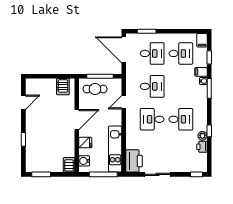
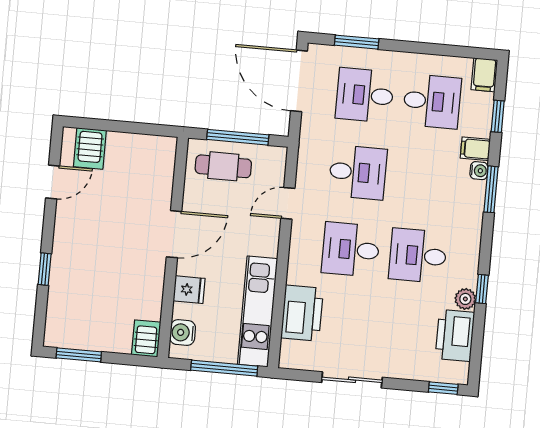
desk: (152, 53) -> (365, 95), turned 180
server rack: (63, 87) -> (90, 148), moved
desk: (181, 119) -> (418, 256), turned 180
printer: (202, 147) -> (455, 335), width x1.87, depth x1.48
printer: (134, 161) -> (302, 313), moved

